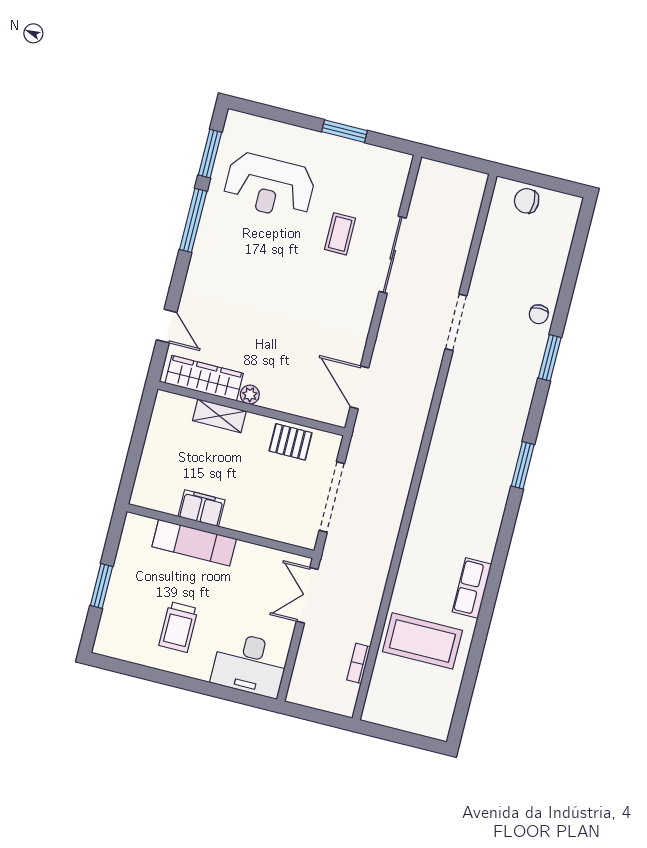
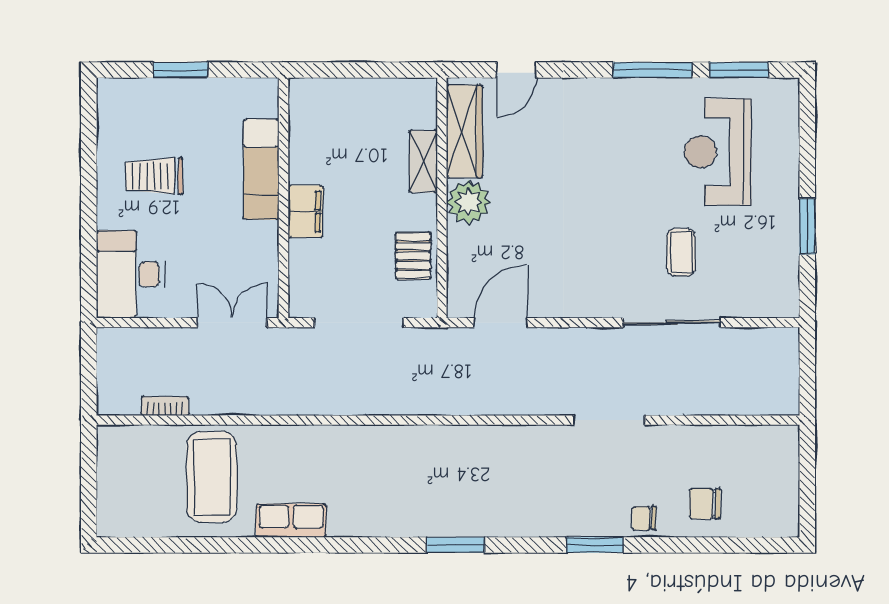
chair: (527, 201) -> (705, 504), moved, turned -90
coffee table: (340, 234) -> (681, 252), turned 90
plant: (250, 395) -> (469, 202), width x1.88, depth x1.88
filing cabinet: (202, 508) -> (306, 212), moved

